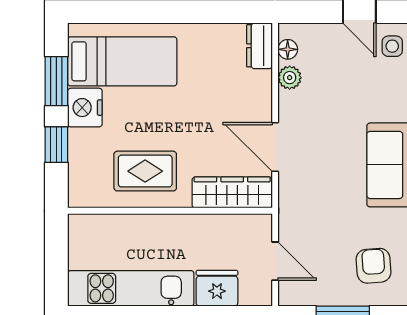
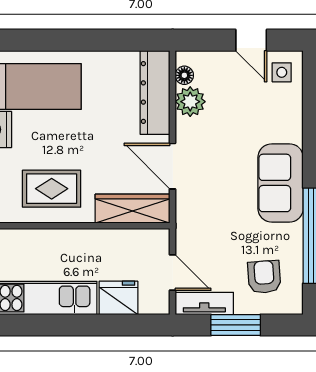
dresser: (259, 46) -> (155, 92), width x1.96, depth x1.24
plant: (290, 78) -> (190, 102), width x1.38, depth x1.38
tv unit: (309, 294) -> (204, 303), added

